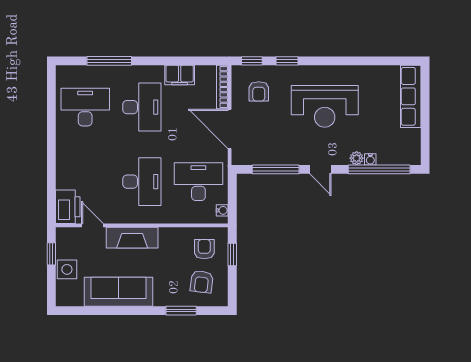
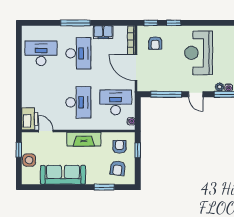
window: (109, 61) -> (75, 23), moved
reception desk: (325, 106) -> (199, 53), turned 90
fireplace: (132, 238) -> (84, 139), moved

